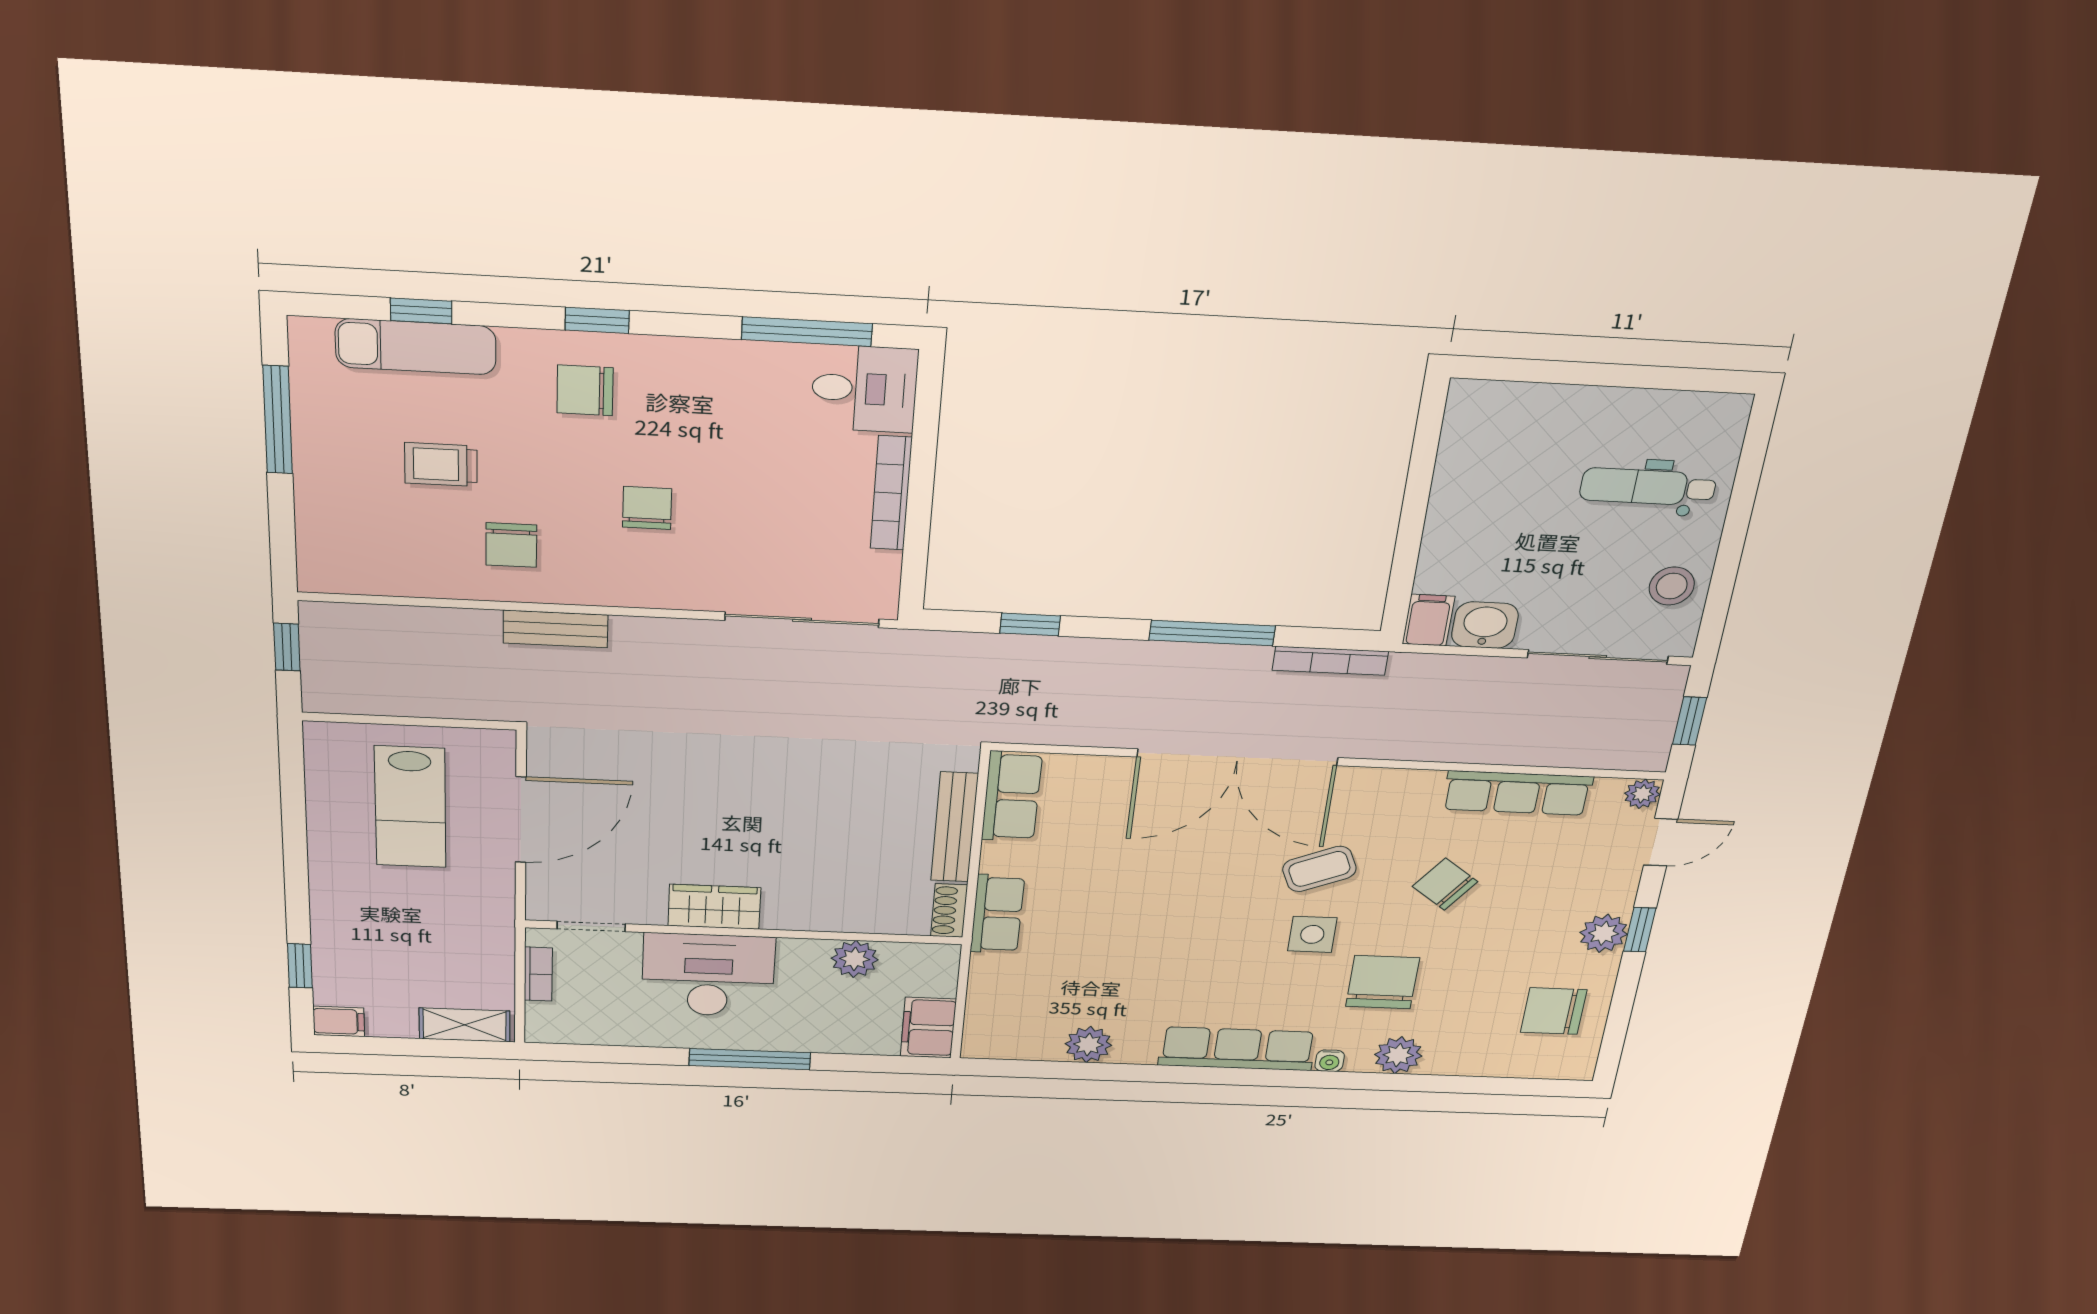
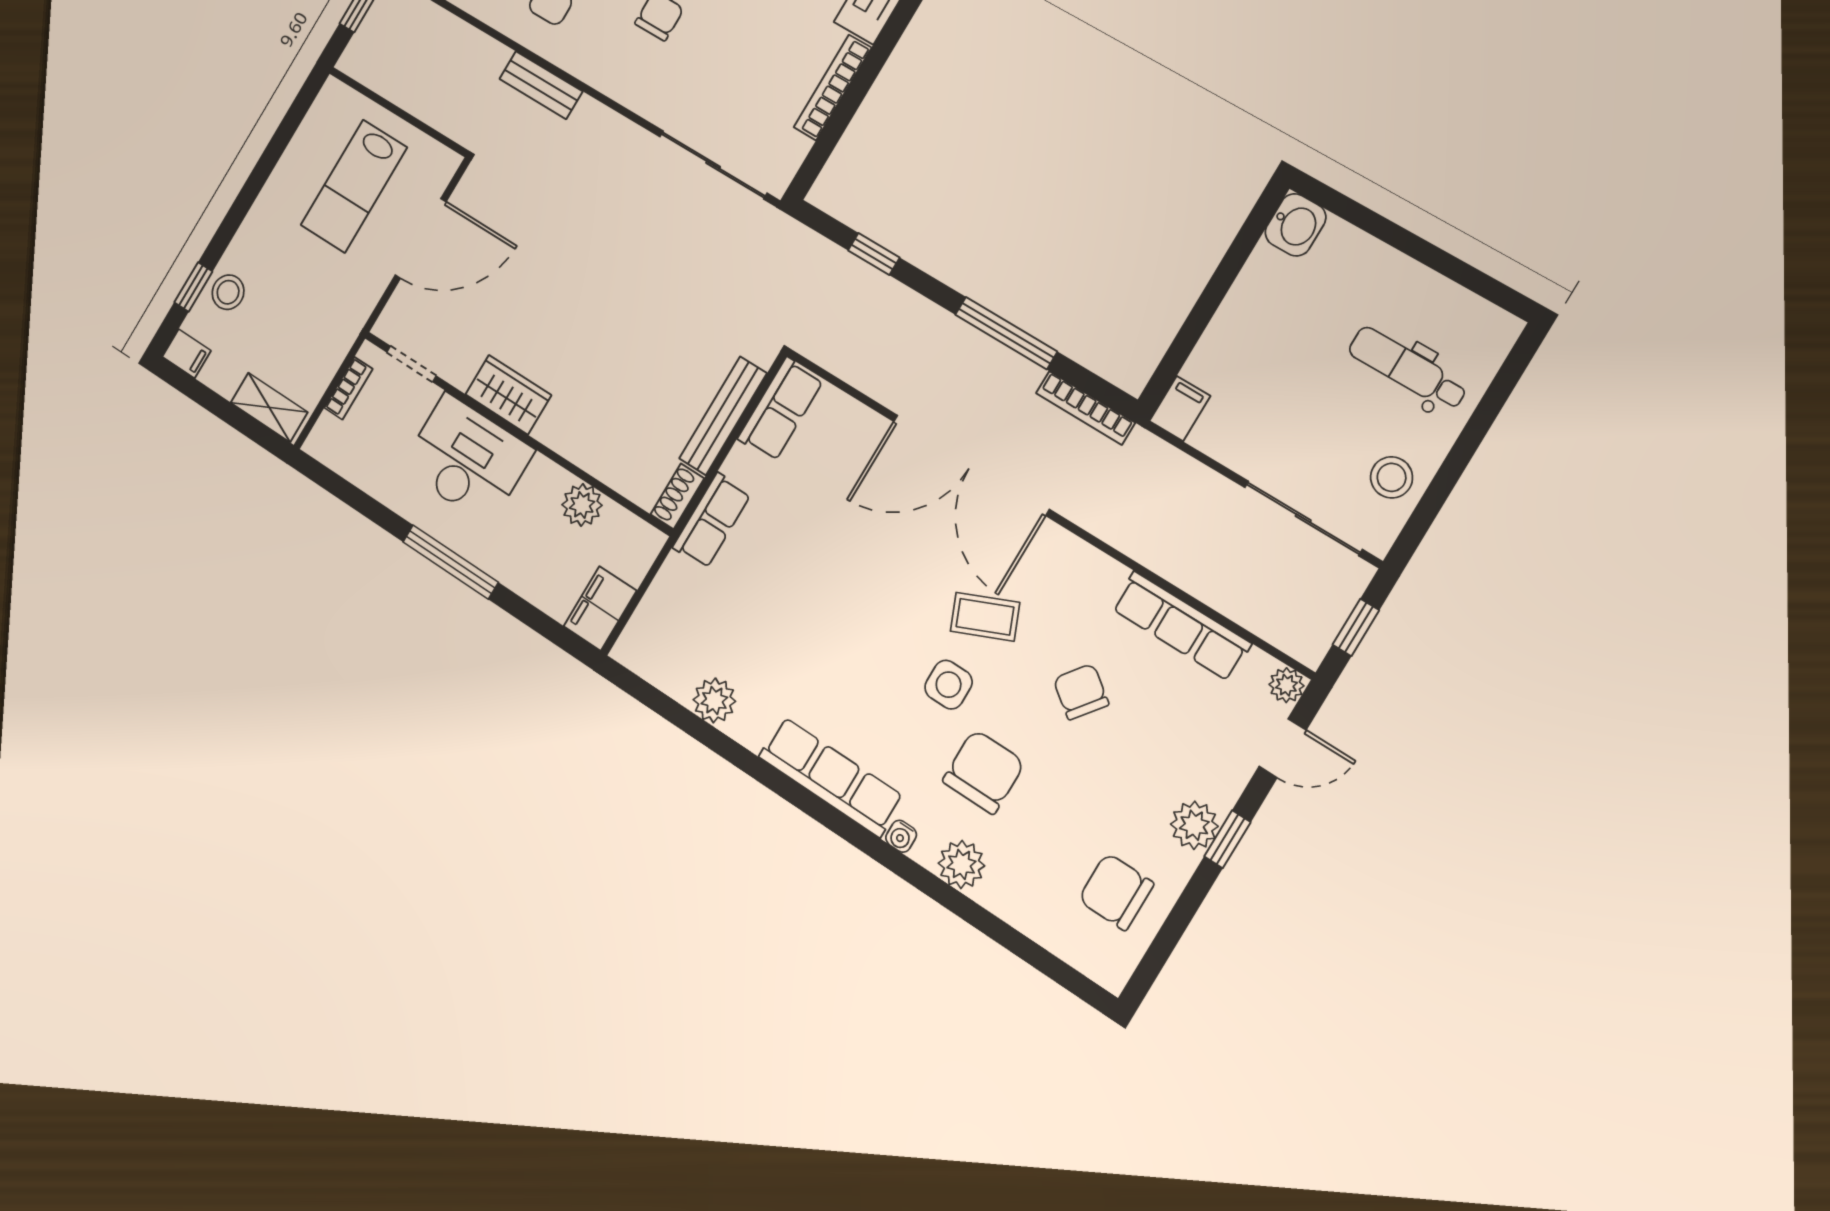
washbasin: (1485, 625) -> (1296, 225), moved, turned 90
stool: (342, 954) -> (228, 292), added

